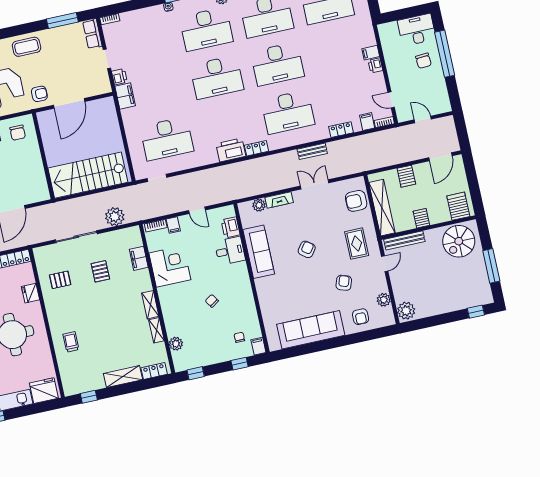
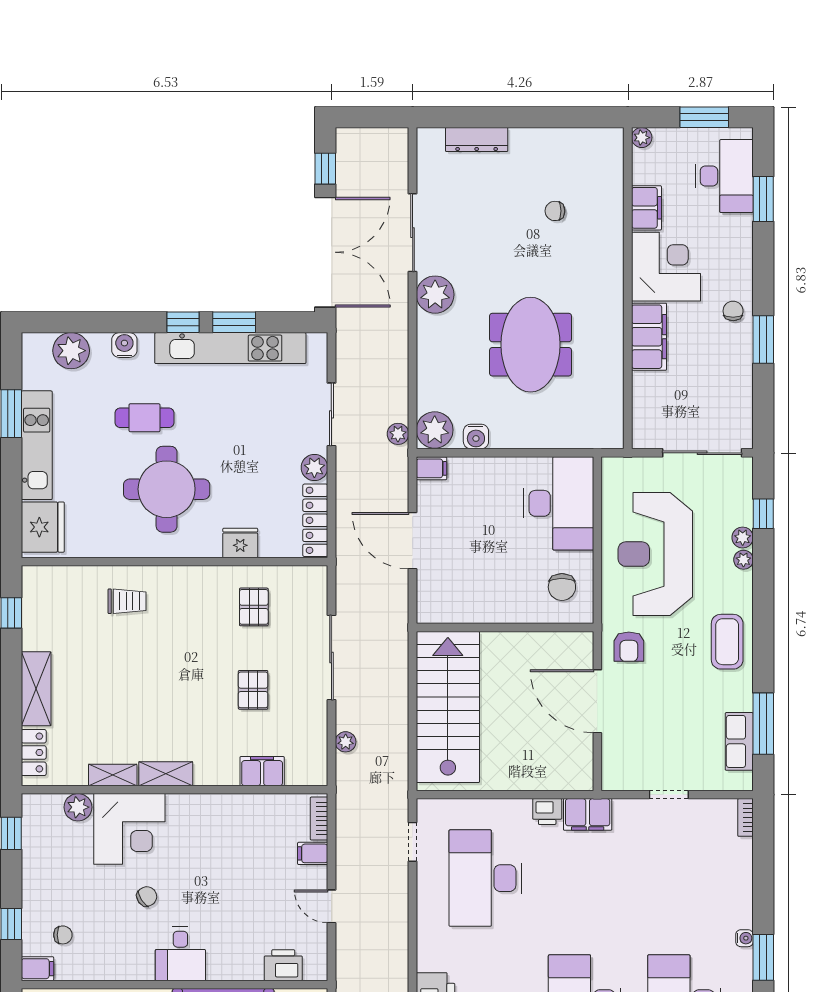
row of seats: (92, 34) -> (739, 741), moved, turned -90
printer: (119, 77) -> (547, 812), moved
chair: (18, 133) -> (562, 587), turned -90
door: (197, 210) -> (331, 906), hinge flipped
plant: (115, 217) -> (346, 742), width x0.53, depth x0.53
desk: (230, 251) -> (180, 954), moved
corner desk: (170, 266) -> (129, 829), moved
pallet: (100, 271) -> (253, 690), turned 90

